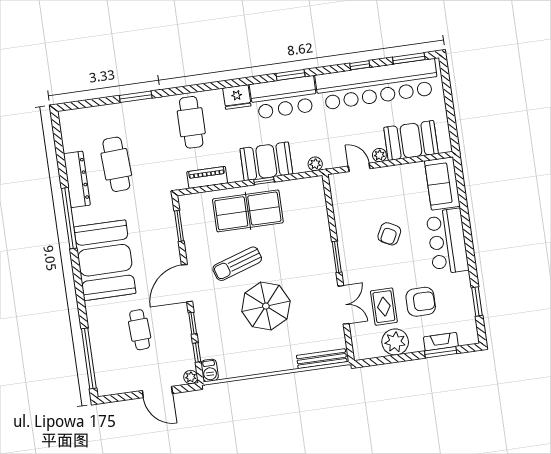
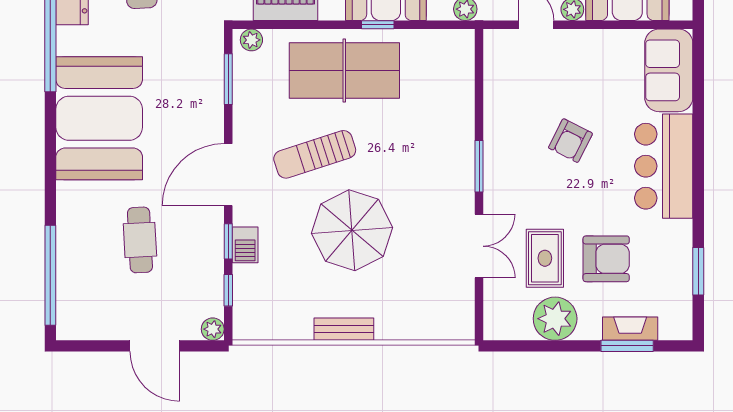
plant: (190, 200) -> (251, 40), added
bench: (322, 359) -> (344, 329), moved, width x0.73
barbecue: (210, 370) -> (245, 245), moved

